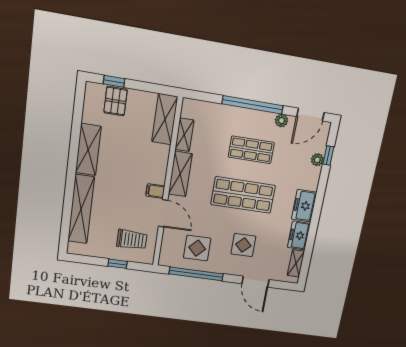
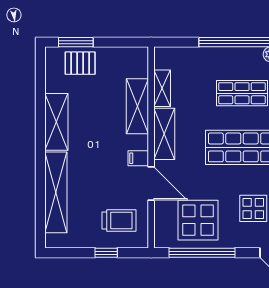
window: (114, 81) -> (76, 42), width x1.50
pallet: (116, 101) -> (80, 63), turned 90
shelving: (165, 119) -> (137, 106), moved
display table: (197, 248) -> (198, 220), width x1.36, depth x1.36

